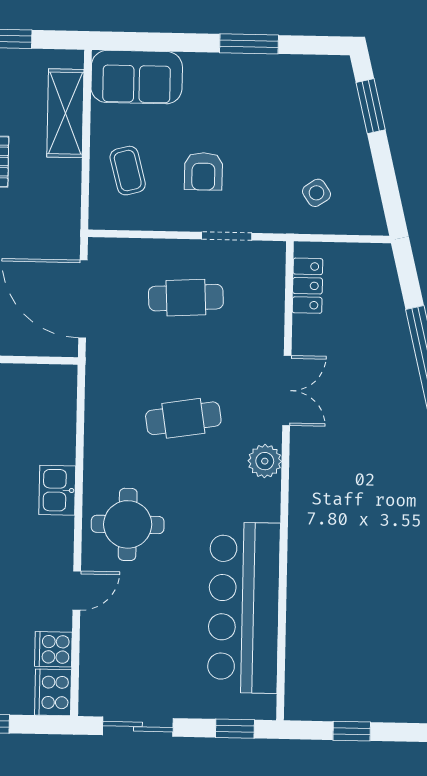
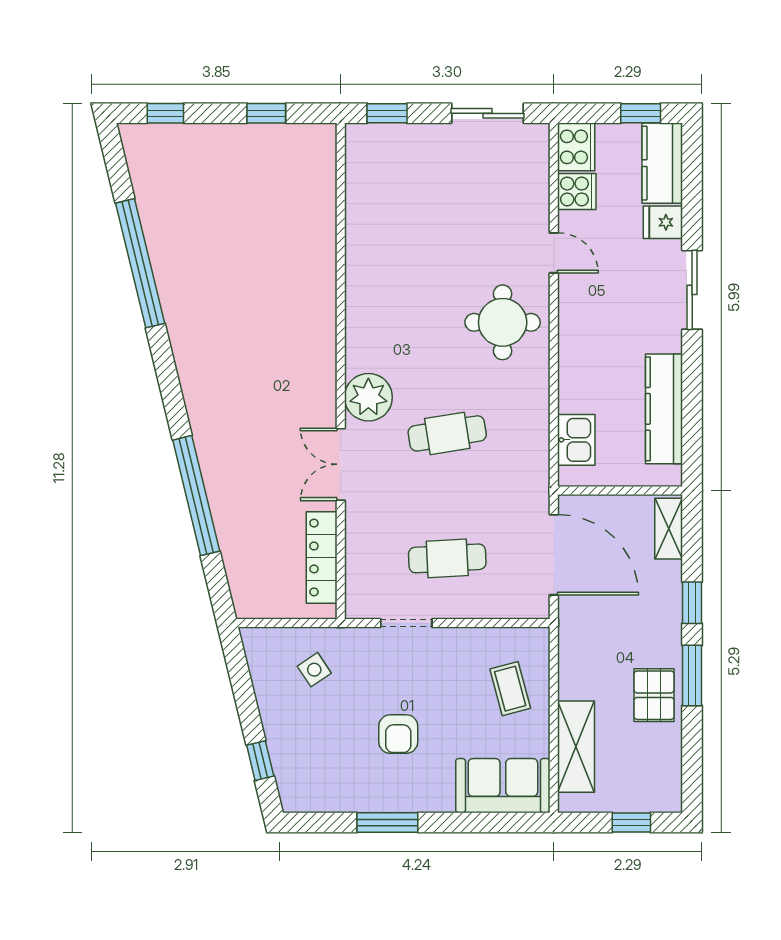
window: (371, 106) -> (260, 761), width x0.67
armchair: (203, 171) -> (398, 734), moved, turned 180
locker: (308, 286) -> (322, 557), width x1.53
plant: (265, 461) -> (368, 397), width x1.36, depth x1.36
kitchen sink: (57, 490) -> (576, 440), moved
door: (77, 591) -> (554, 253), swing flipped
bar counter: (244, 608) -> (381, 239), removed

